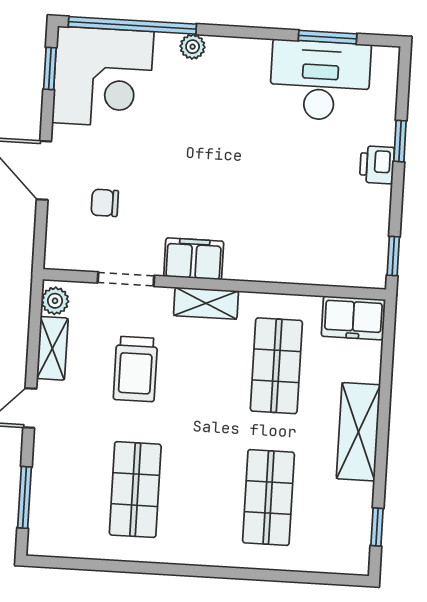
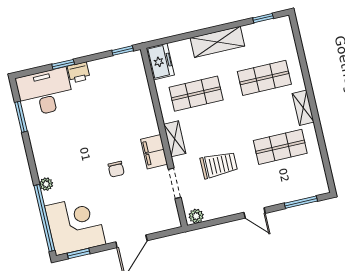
desk: (320, 80) -> (45, 92), moved, turned 90
chair: (105, 203) -> (116, 169), moved
shelving: (52, 348) -> (303, 108), moved, turned 90

